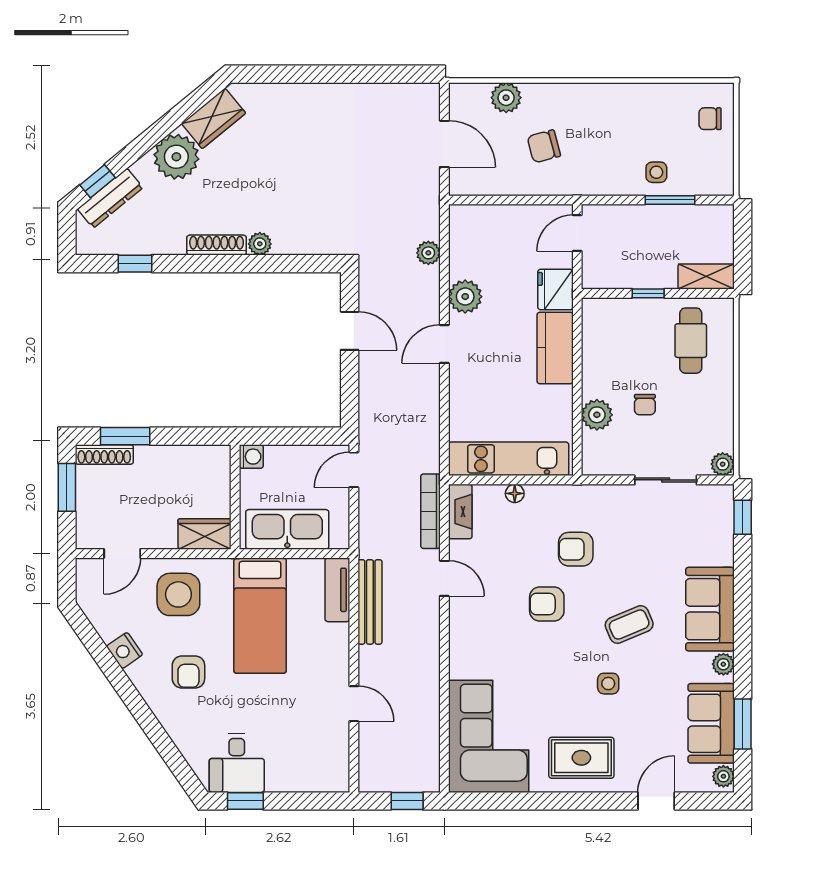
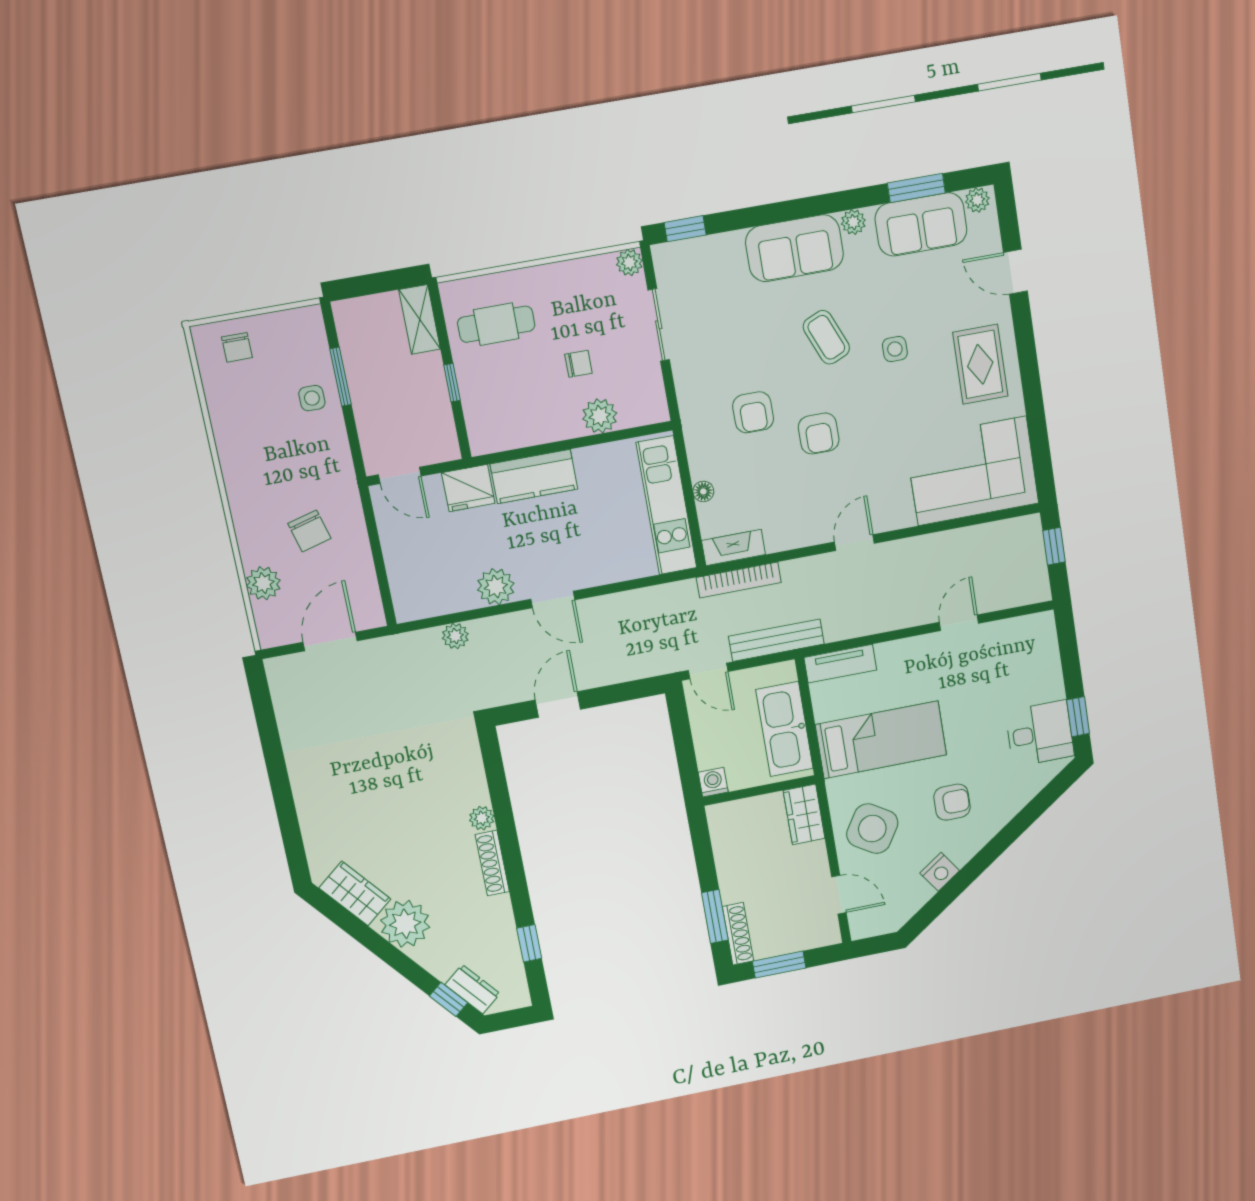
dresser: (110, 198) -> (472, 989), width x0.70
door: (444, 578) -> (854, 543), moved
side table: (178, 594) -> (872, 829), turned 32
bench: (370, 602) -> (776, 640), moved

